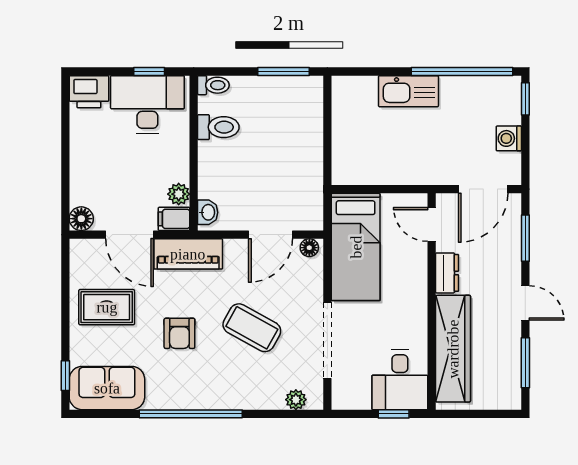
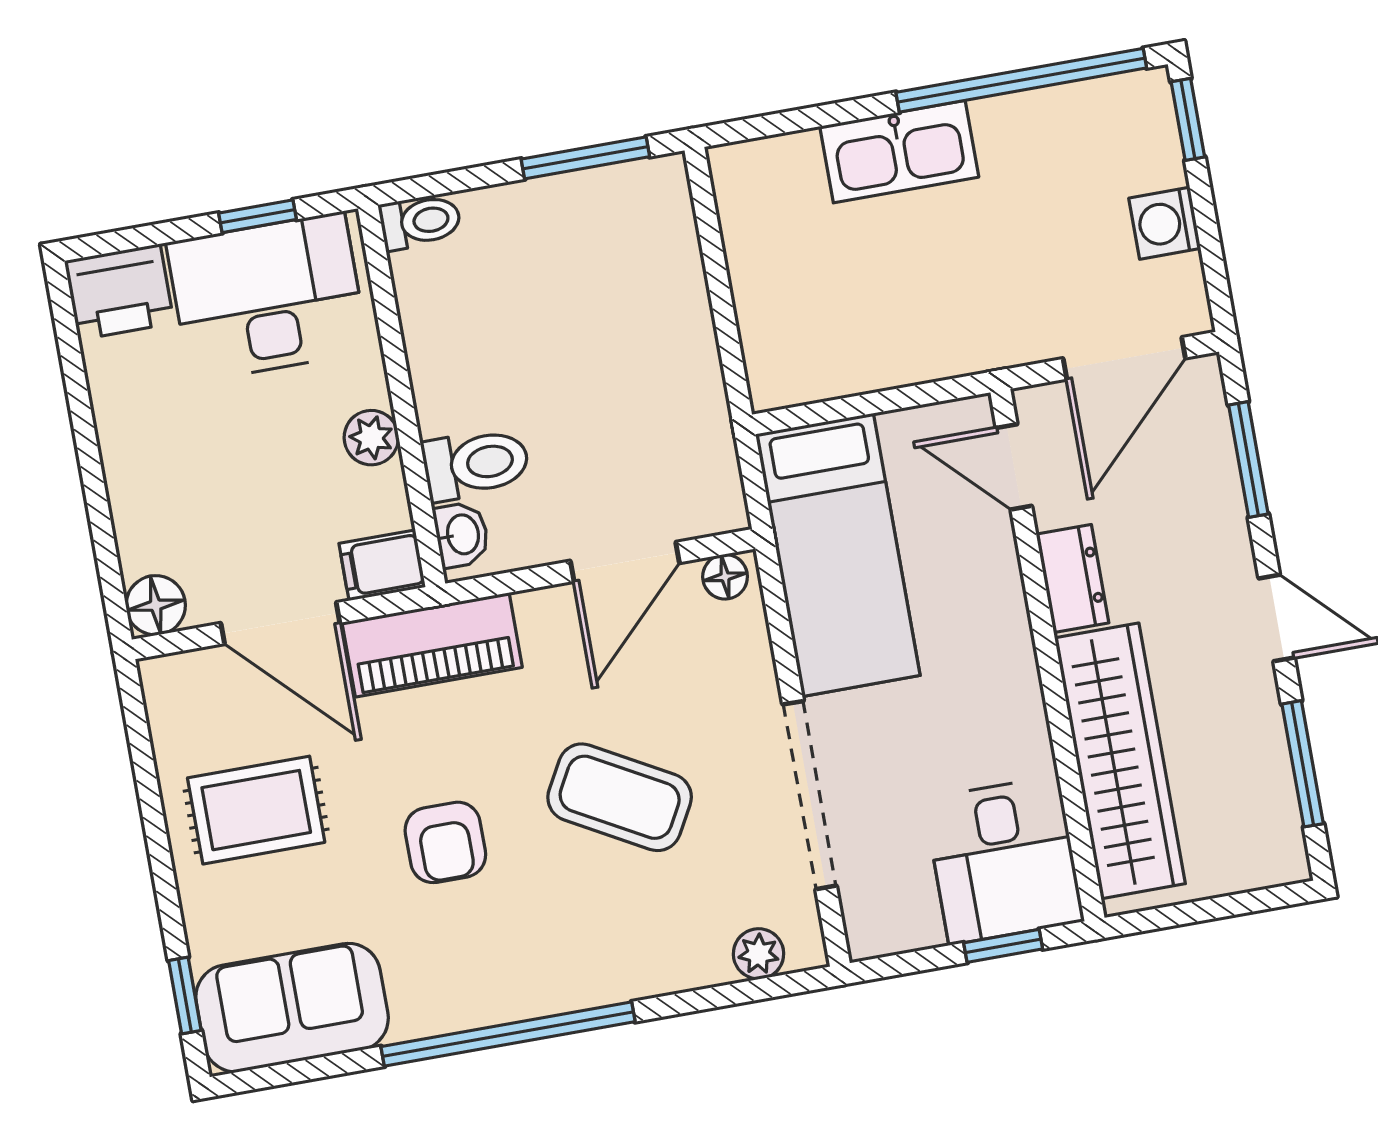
toilet: (218, 127) -> (476, 464), moved
plant: (179, 194) -> (371, 438), moved

